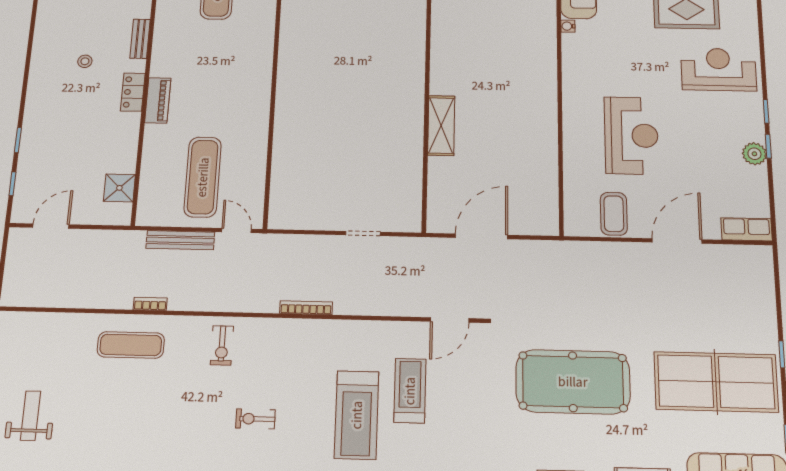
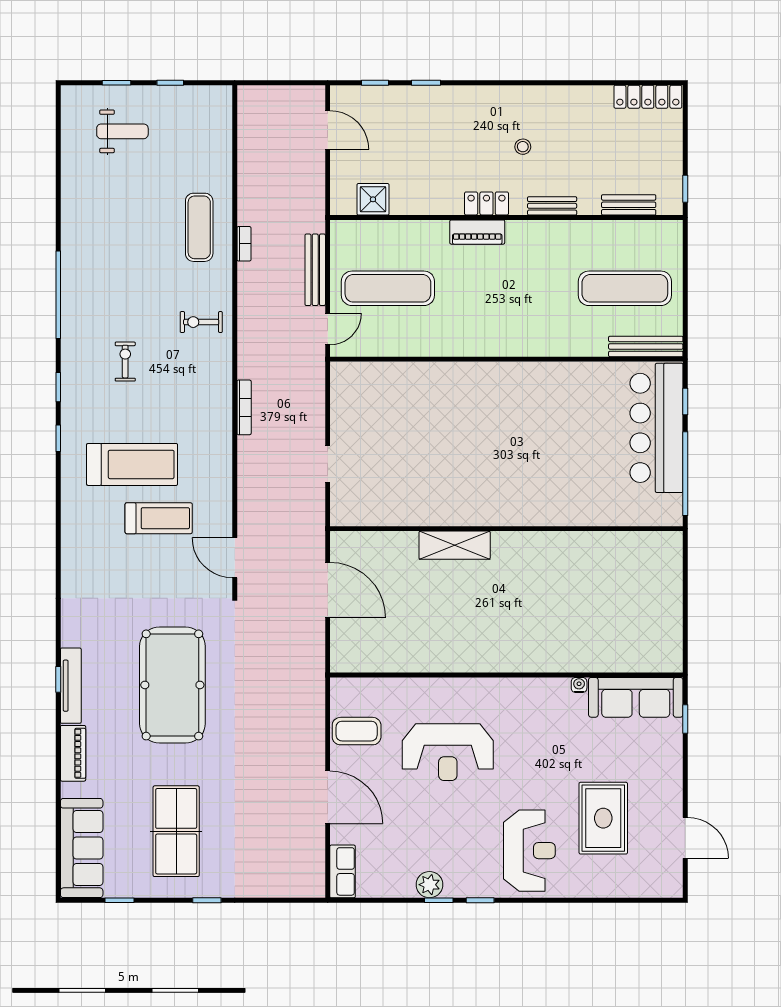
table tennis table: (716, 382) -> (176, 831), width x0.73, depth x0.76
treadmill: (357, 415) -> (132, 464), turned 180

